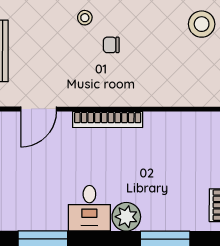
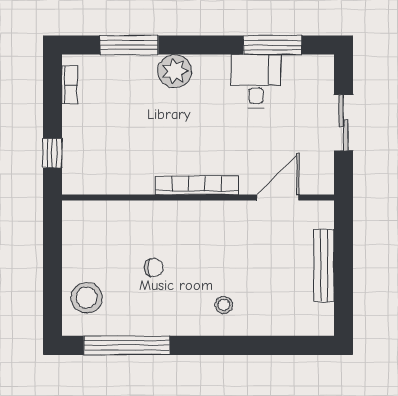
chair: (111, 45) -> (154, 268), moved
desk: (89, 208) -> (256, 81), moved

